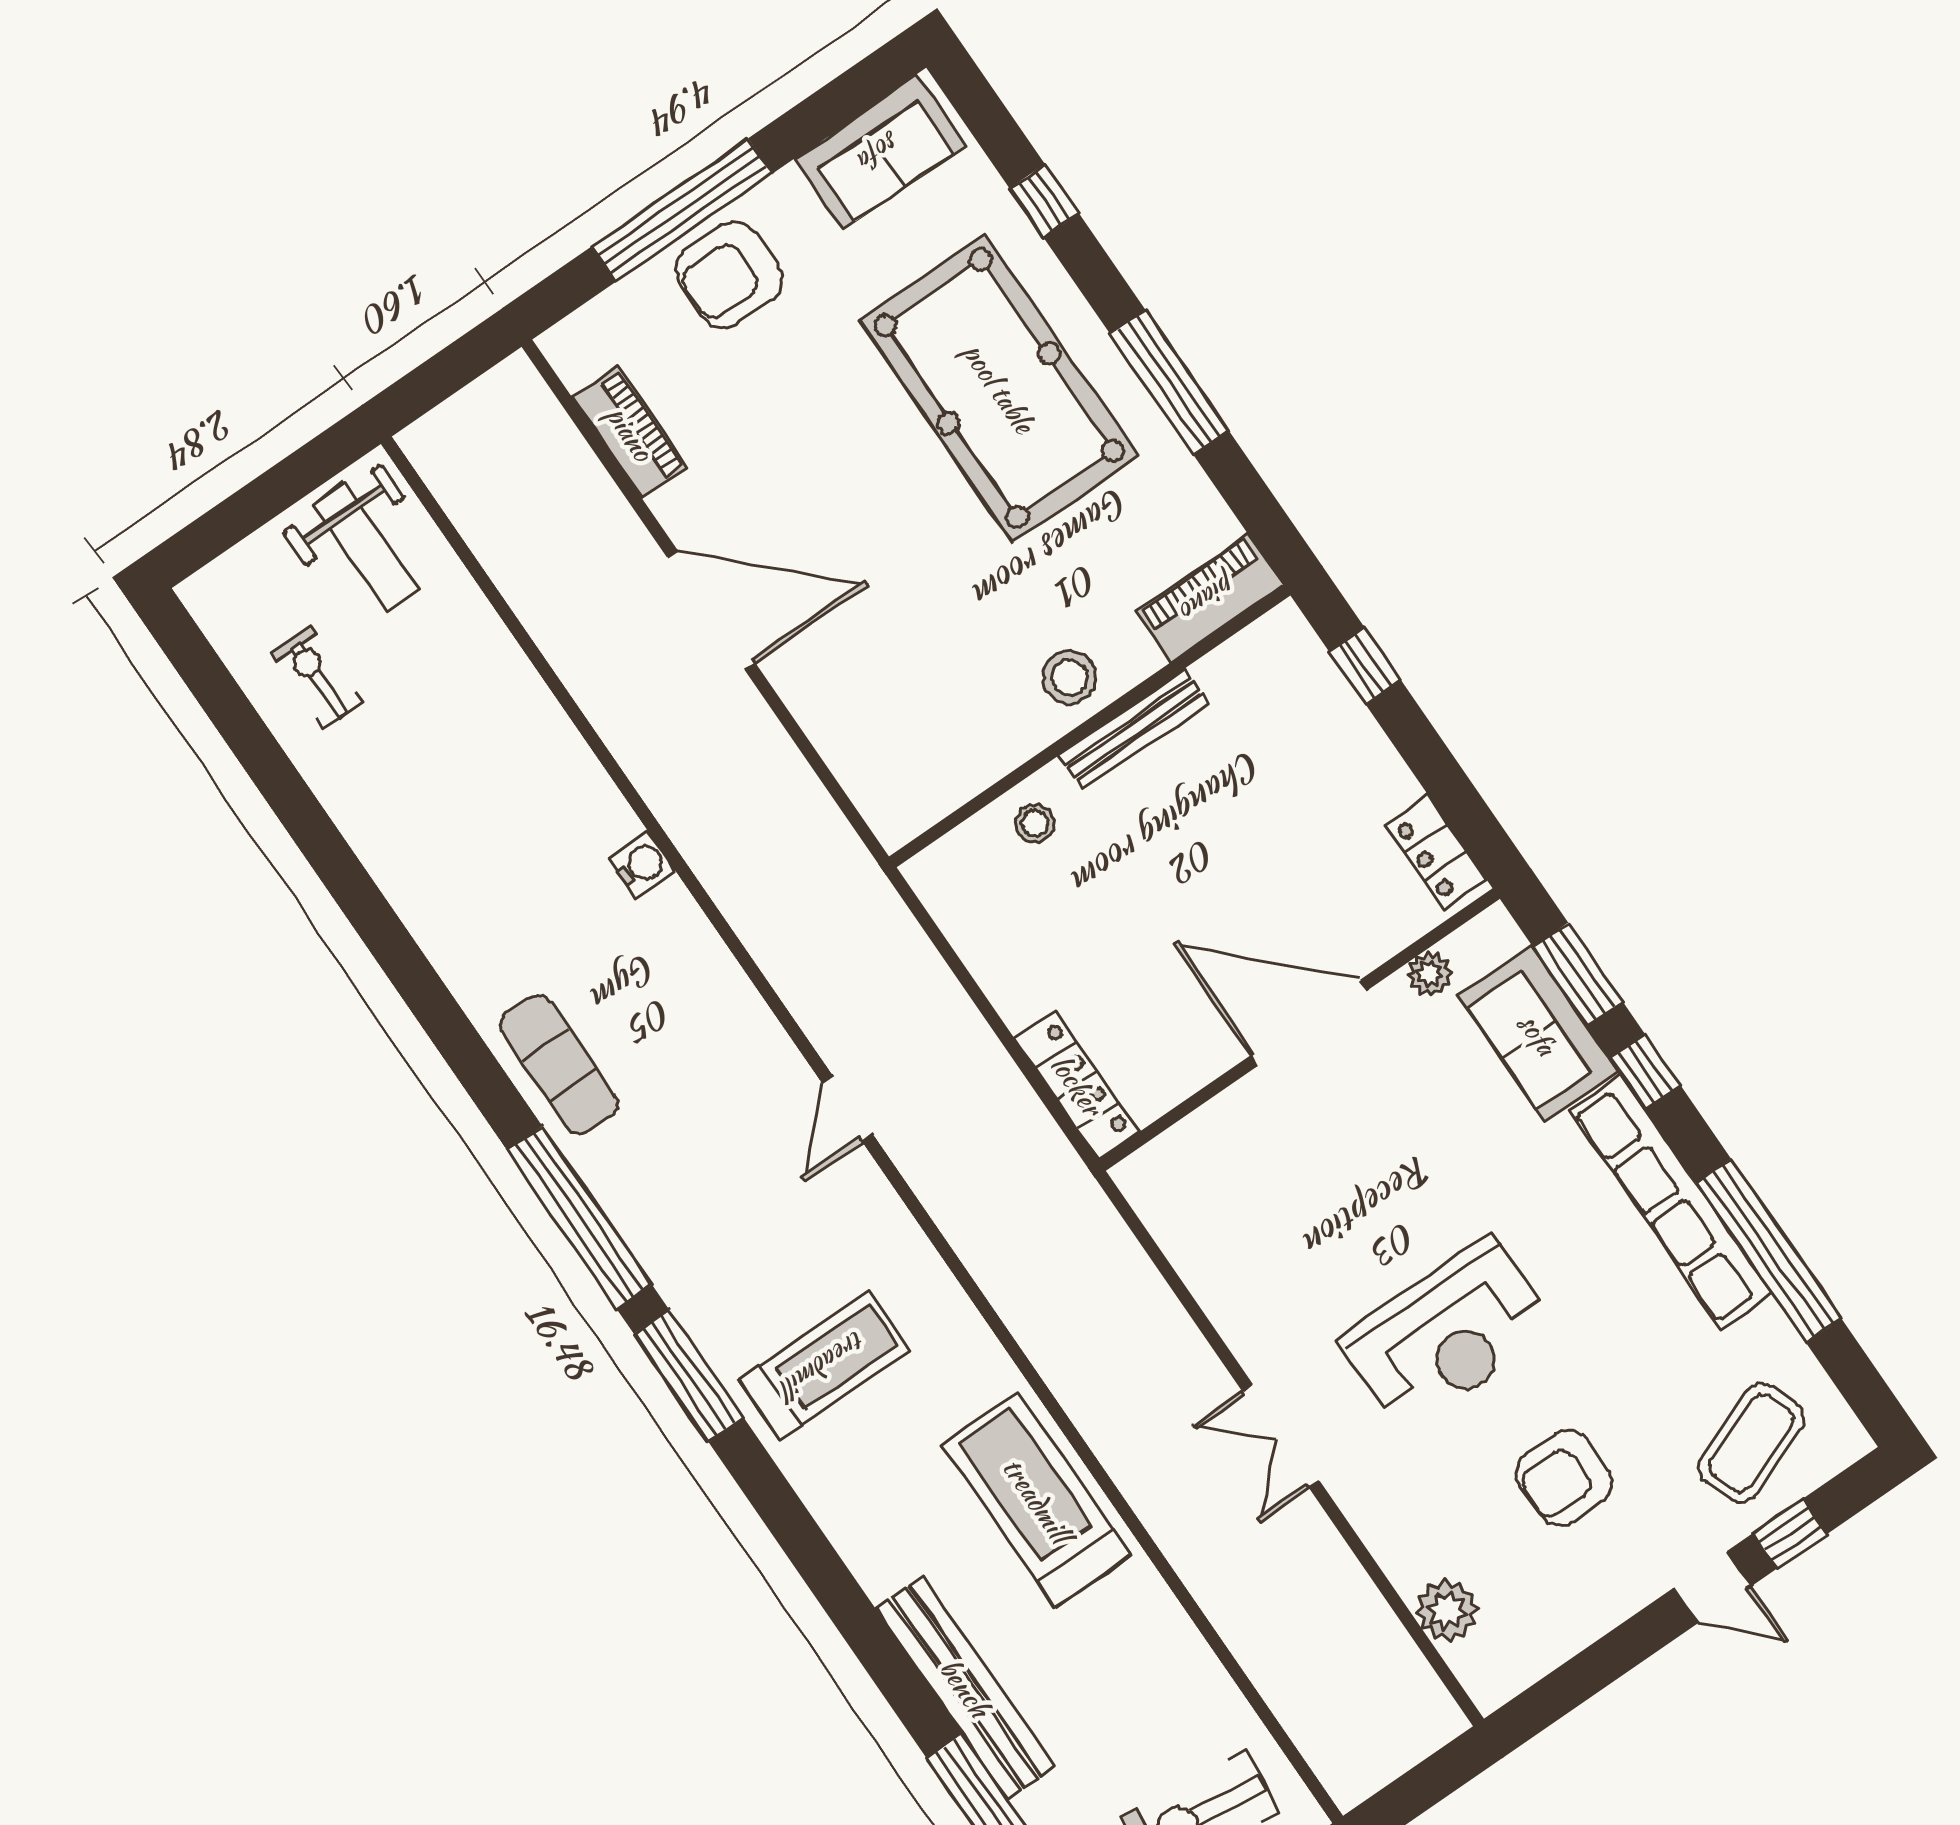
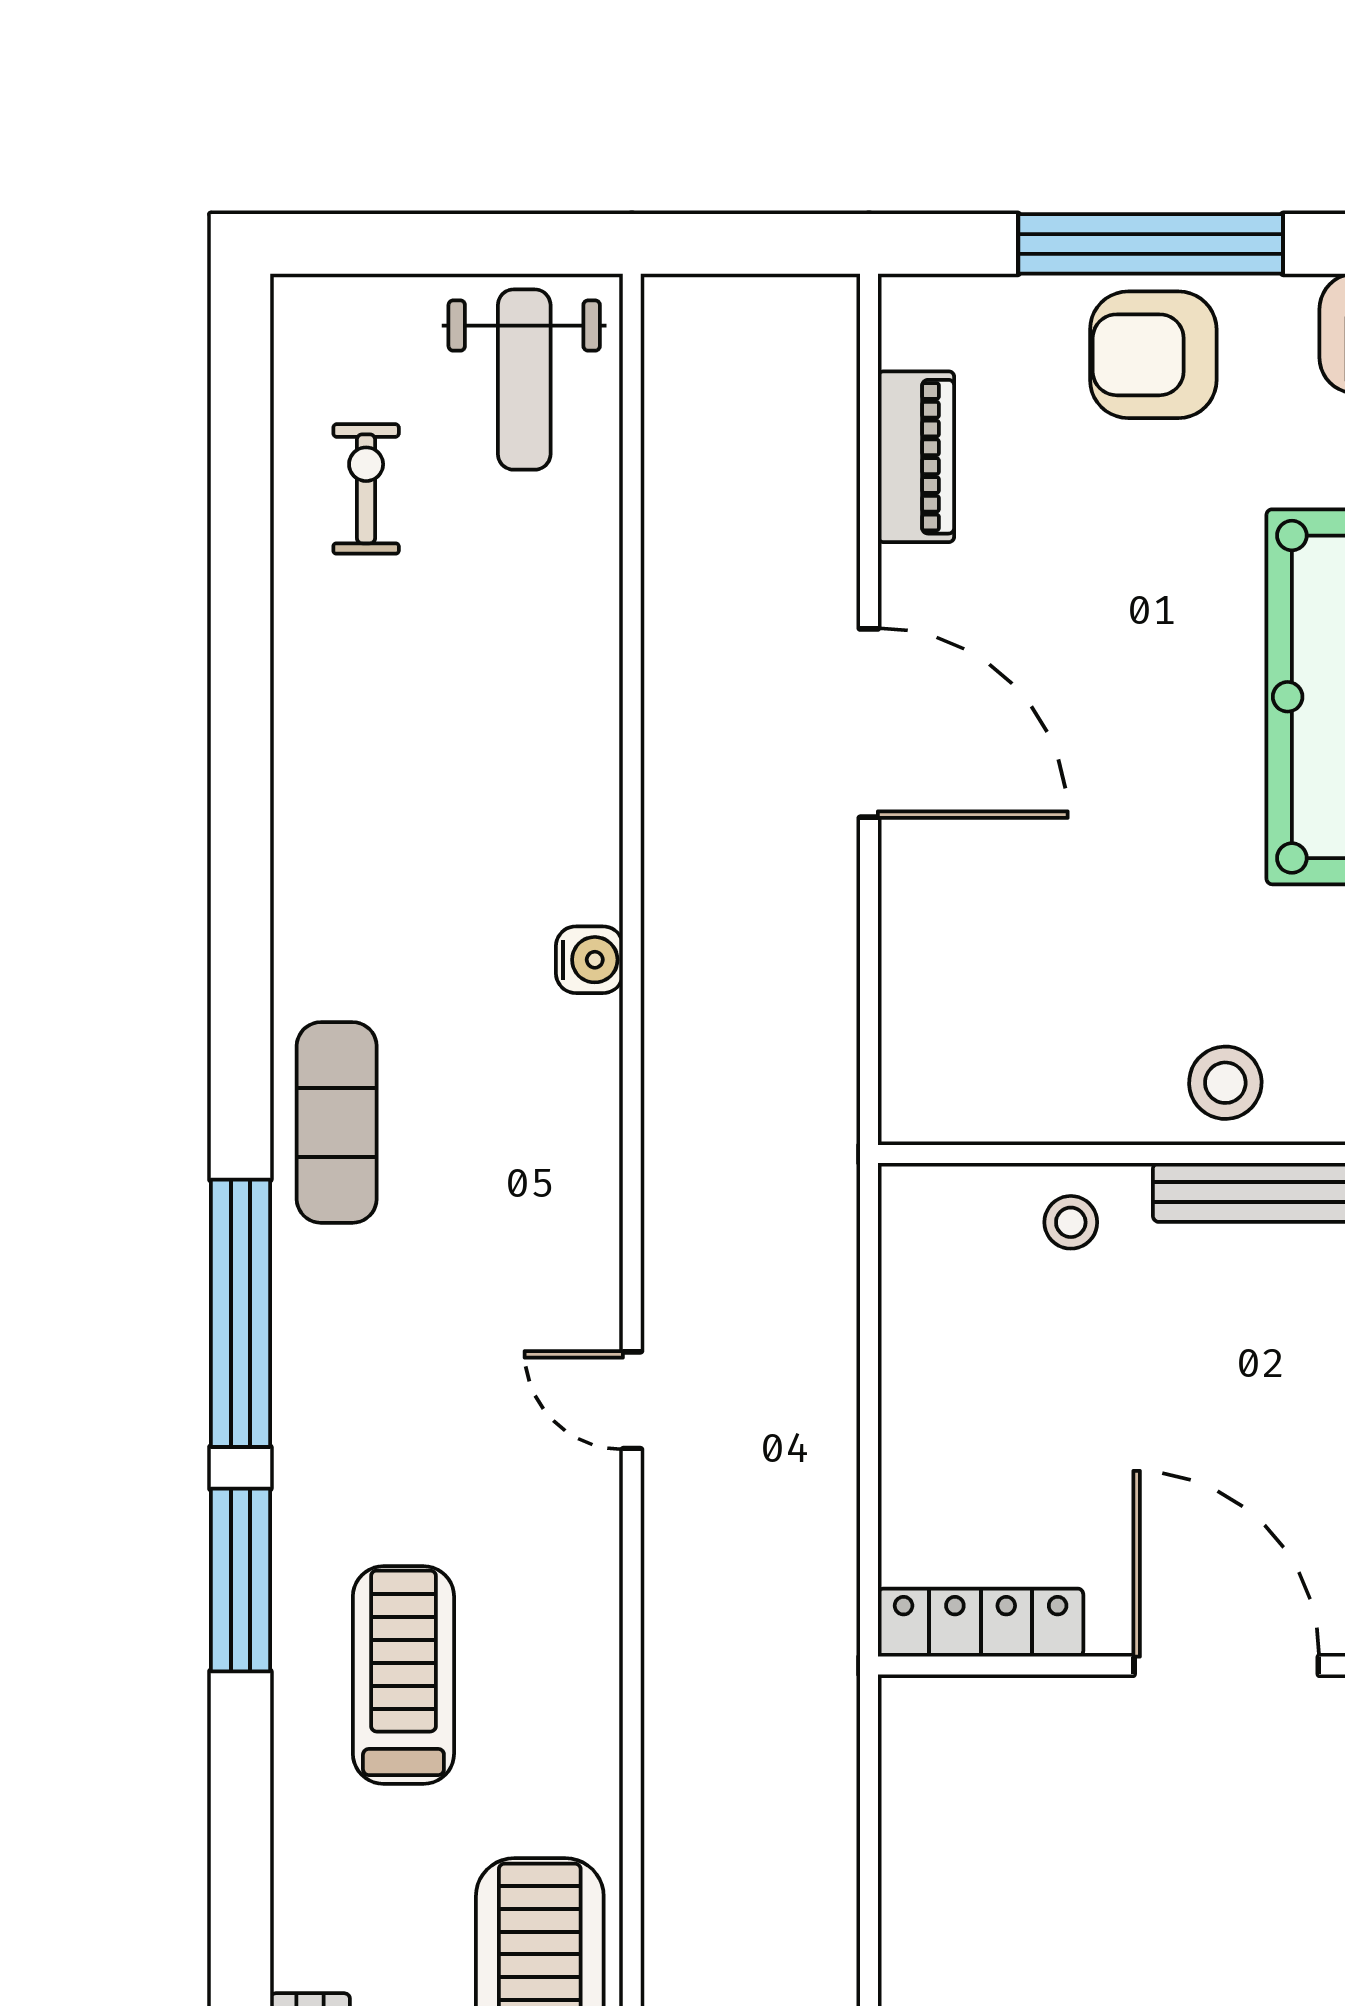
locker: (1077, 1085) -> (981, 1623), moved, turned -90
door: (847, 1109) -> (632, 1400), hinge flipped
treadmill: (824, 1365) -> (403, 1675), turned -90

